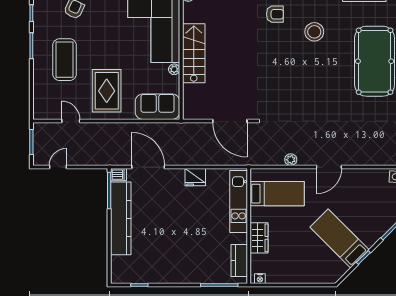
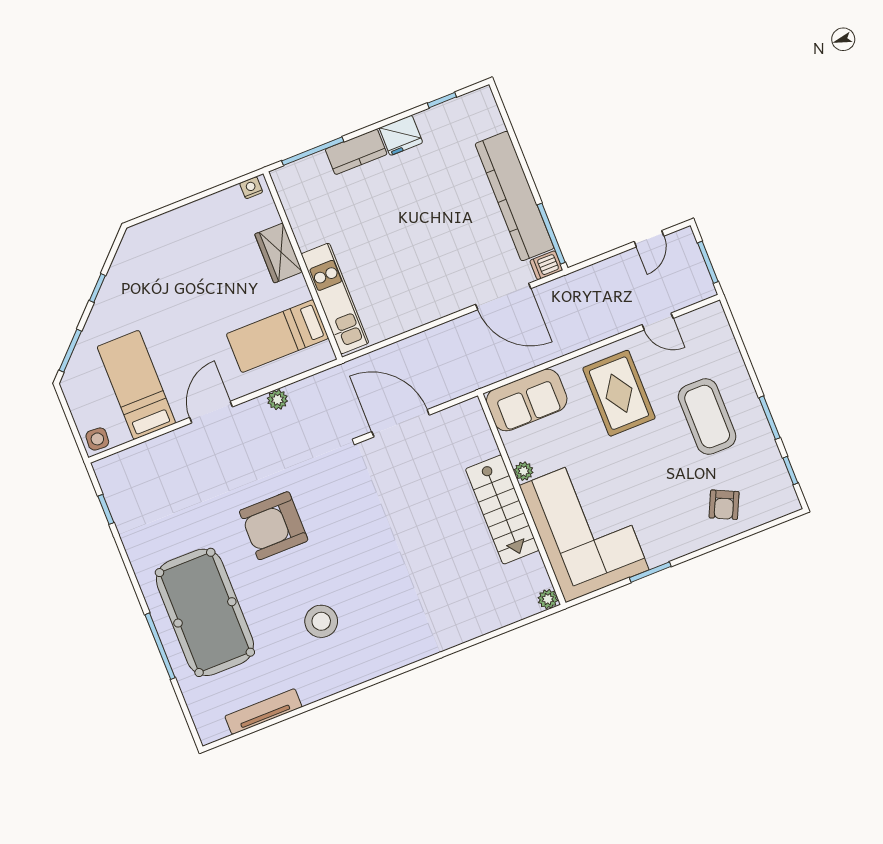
armchair: (275, 14) -> (274, 526), moved, width x1.88, depth x1.88
fridge: (195, 177) -> (401, 135), moved, turned 180
bed: (339, 238) -> (136, 385), moved, turned -135
kitchen counter: (239, 261) -> (356, 152), moved, turned 90

